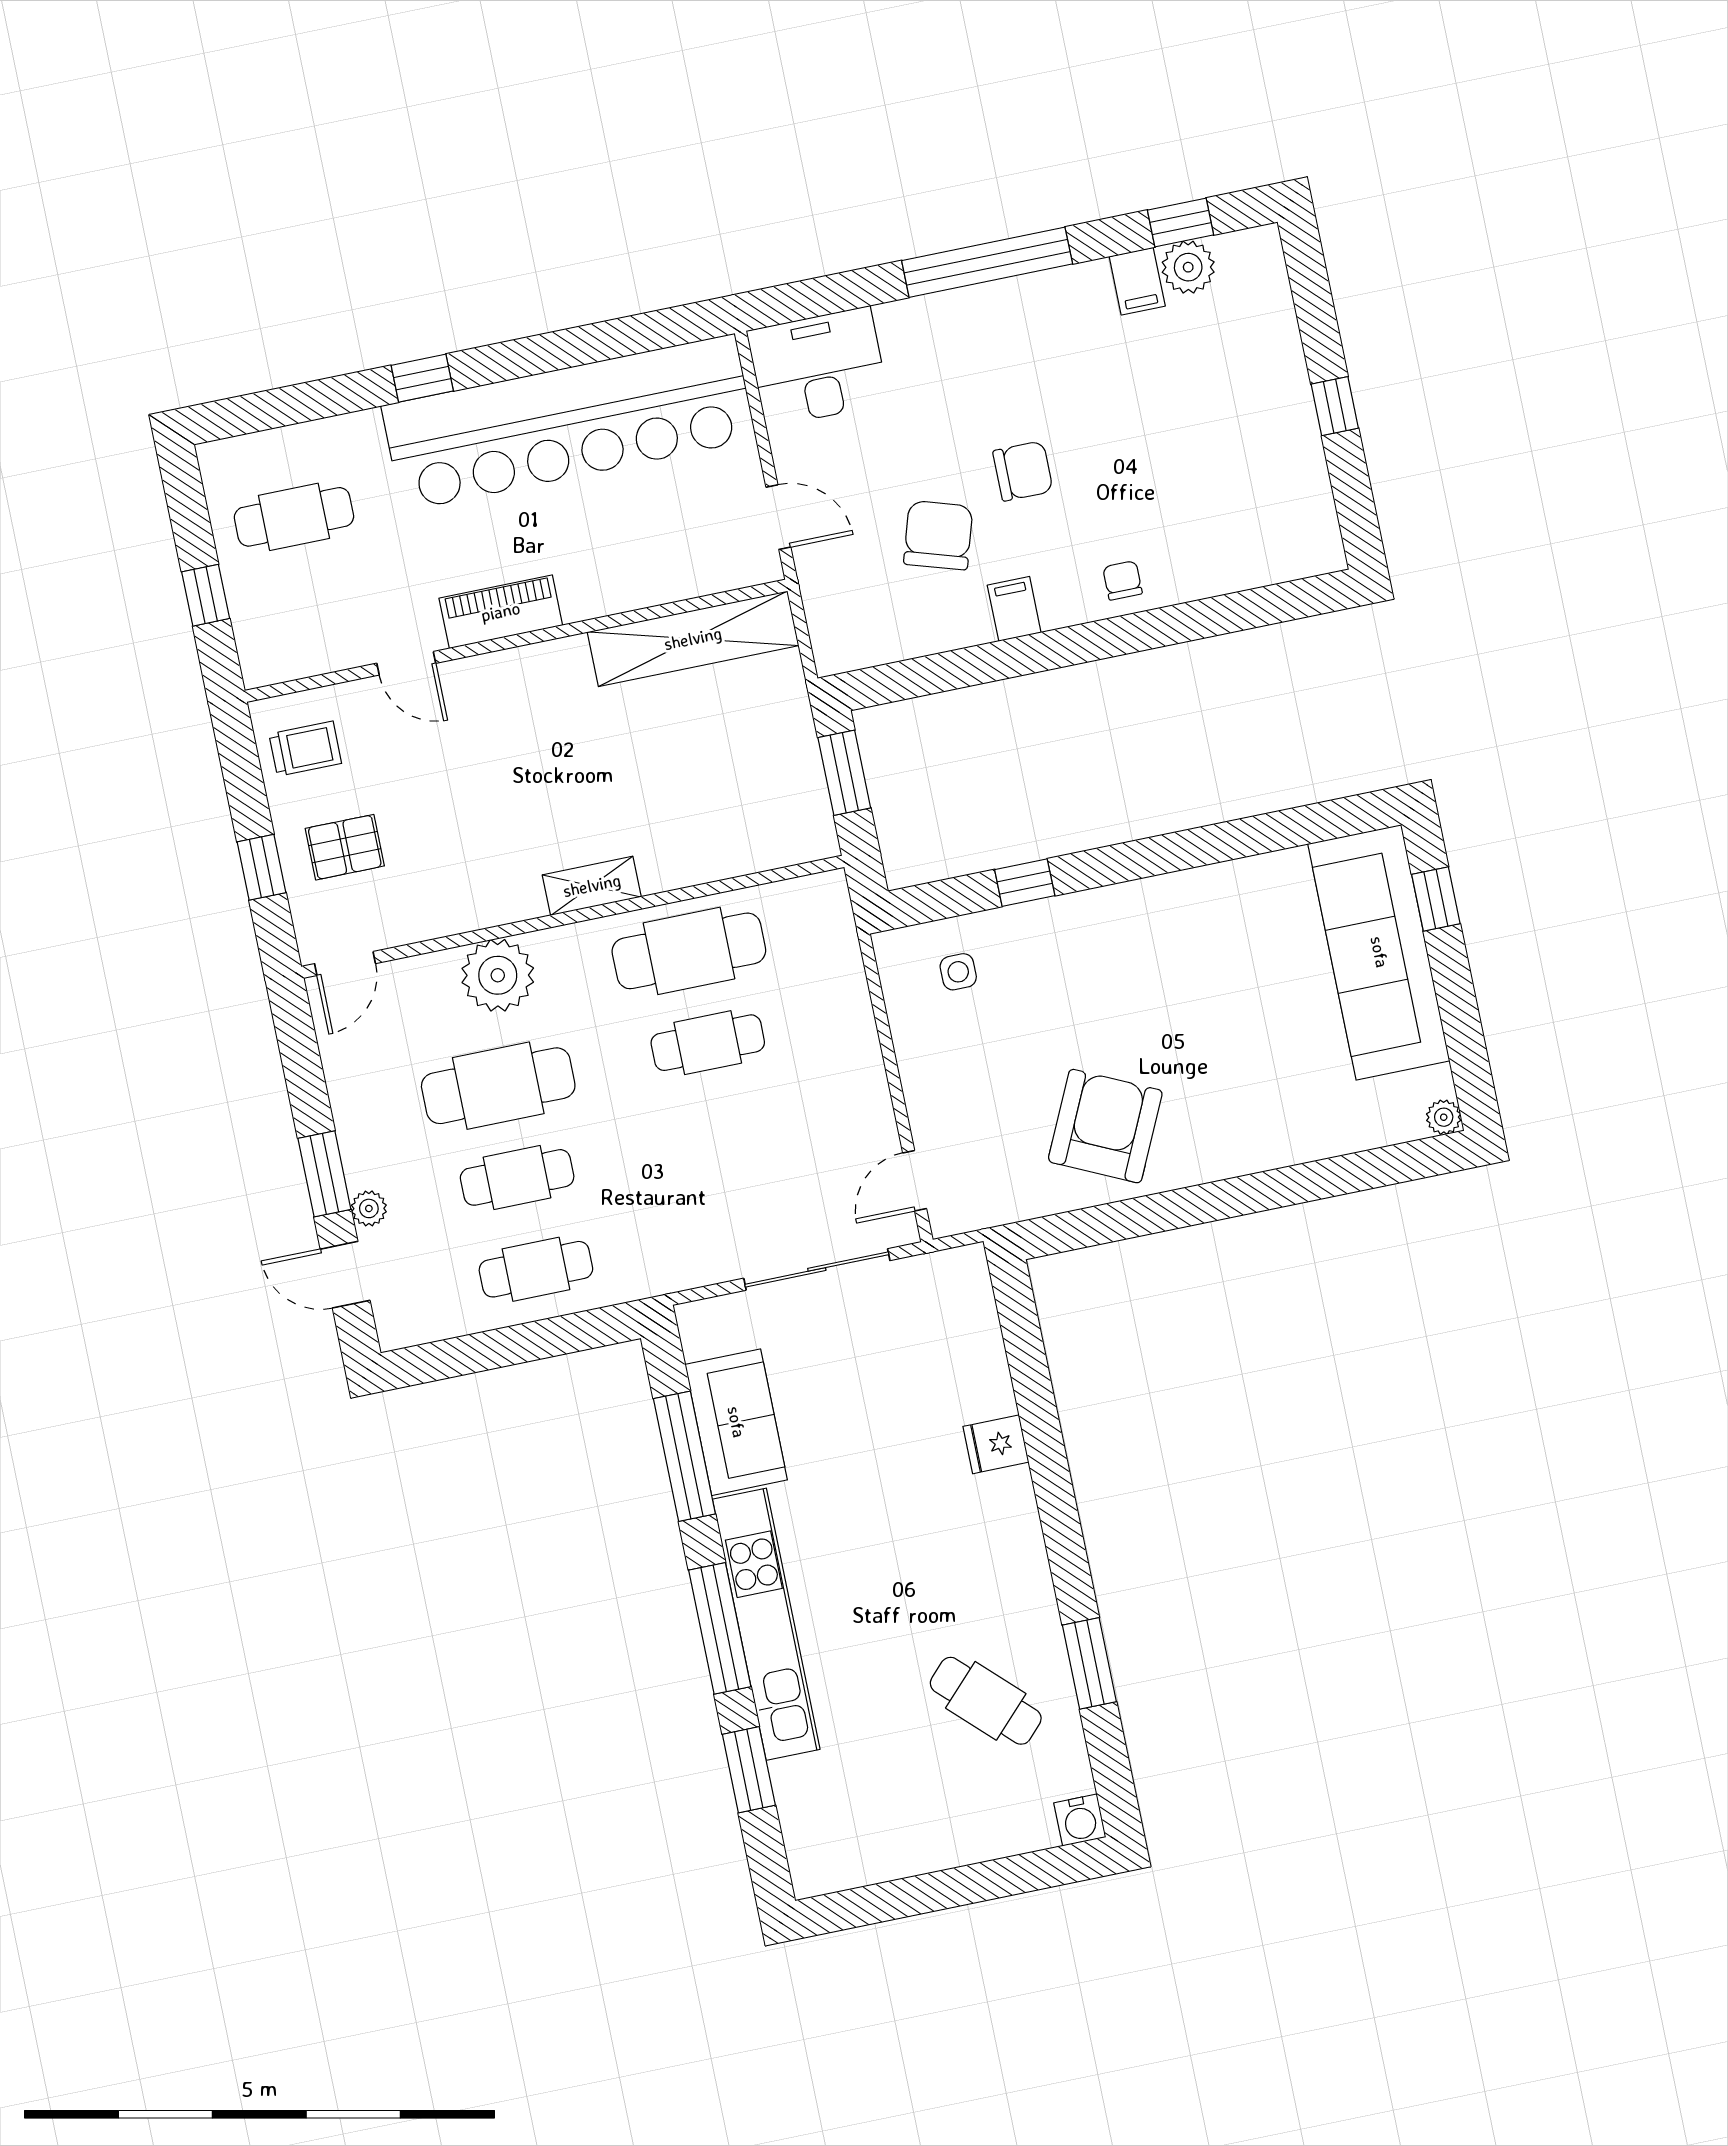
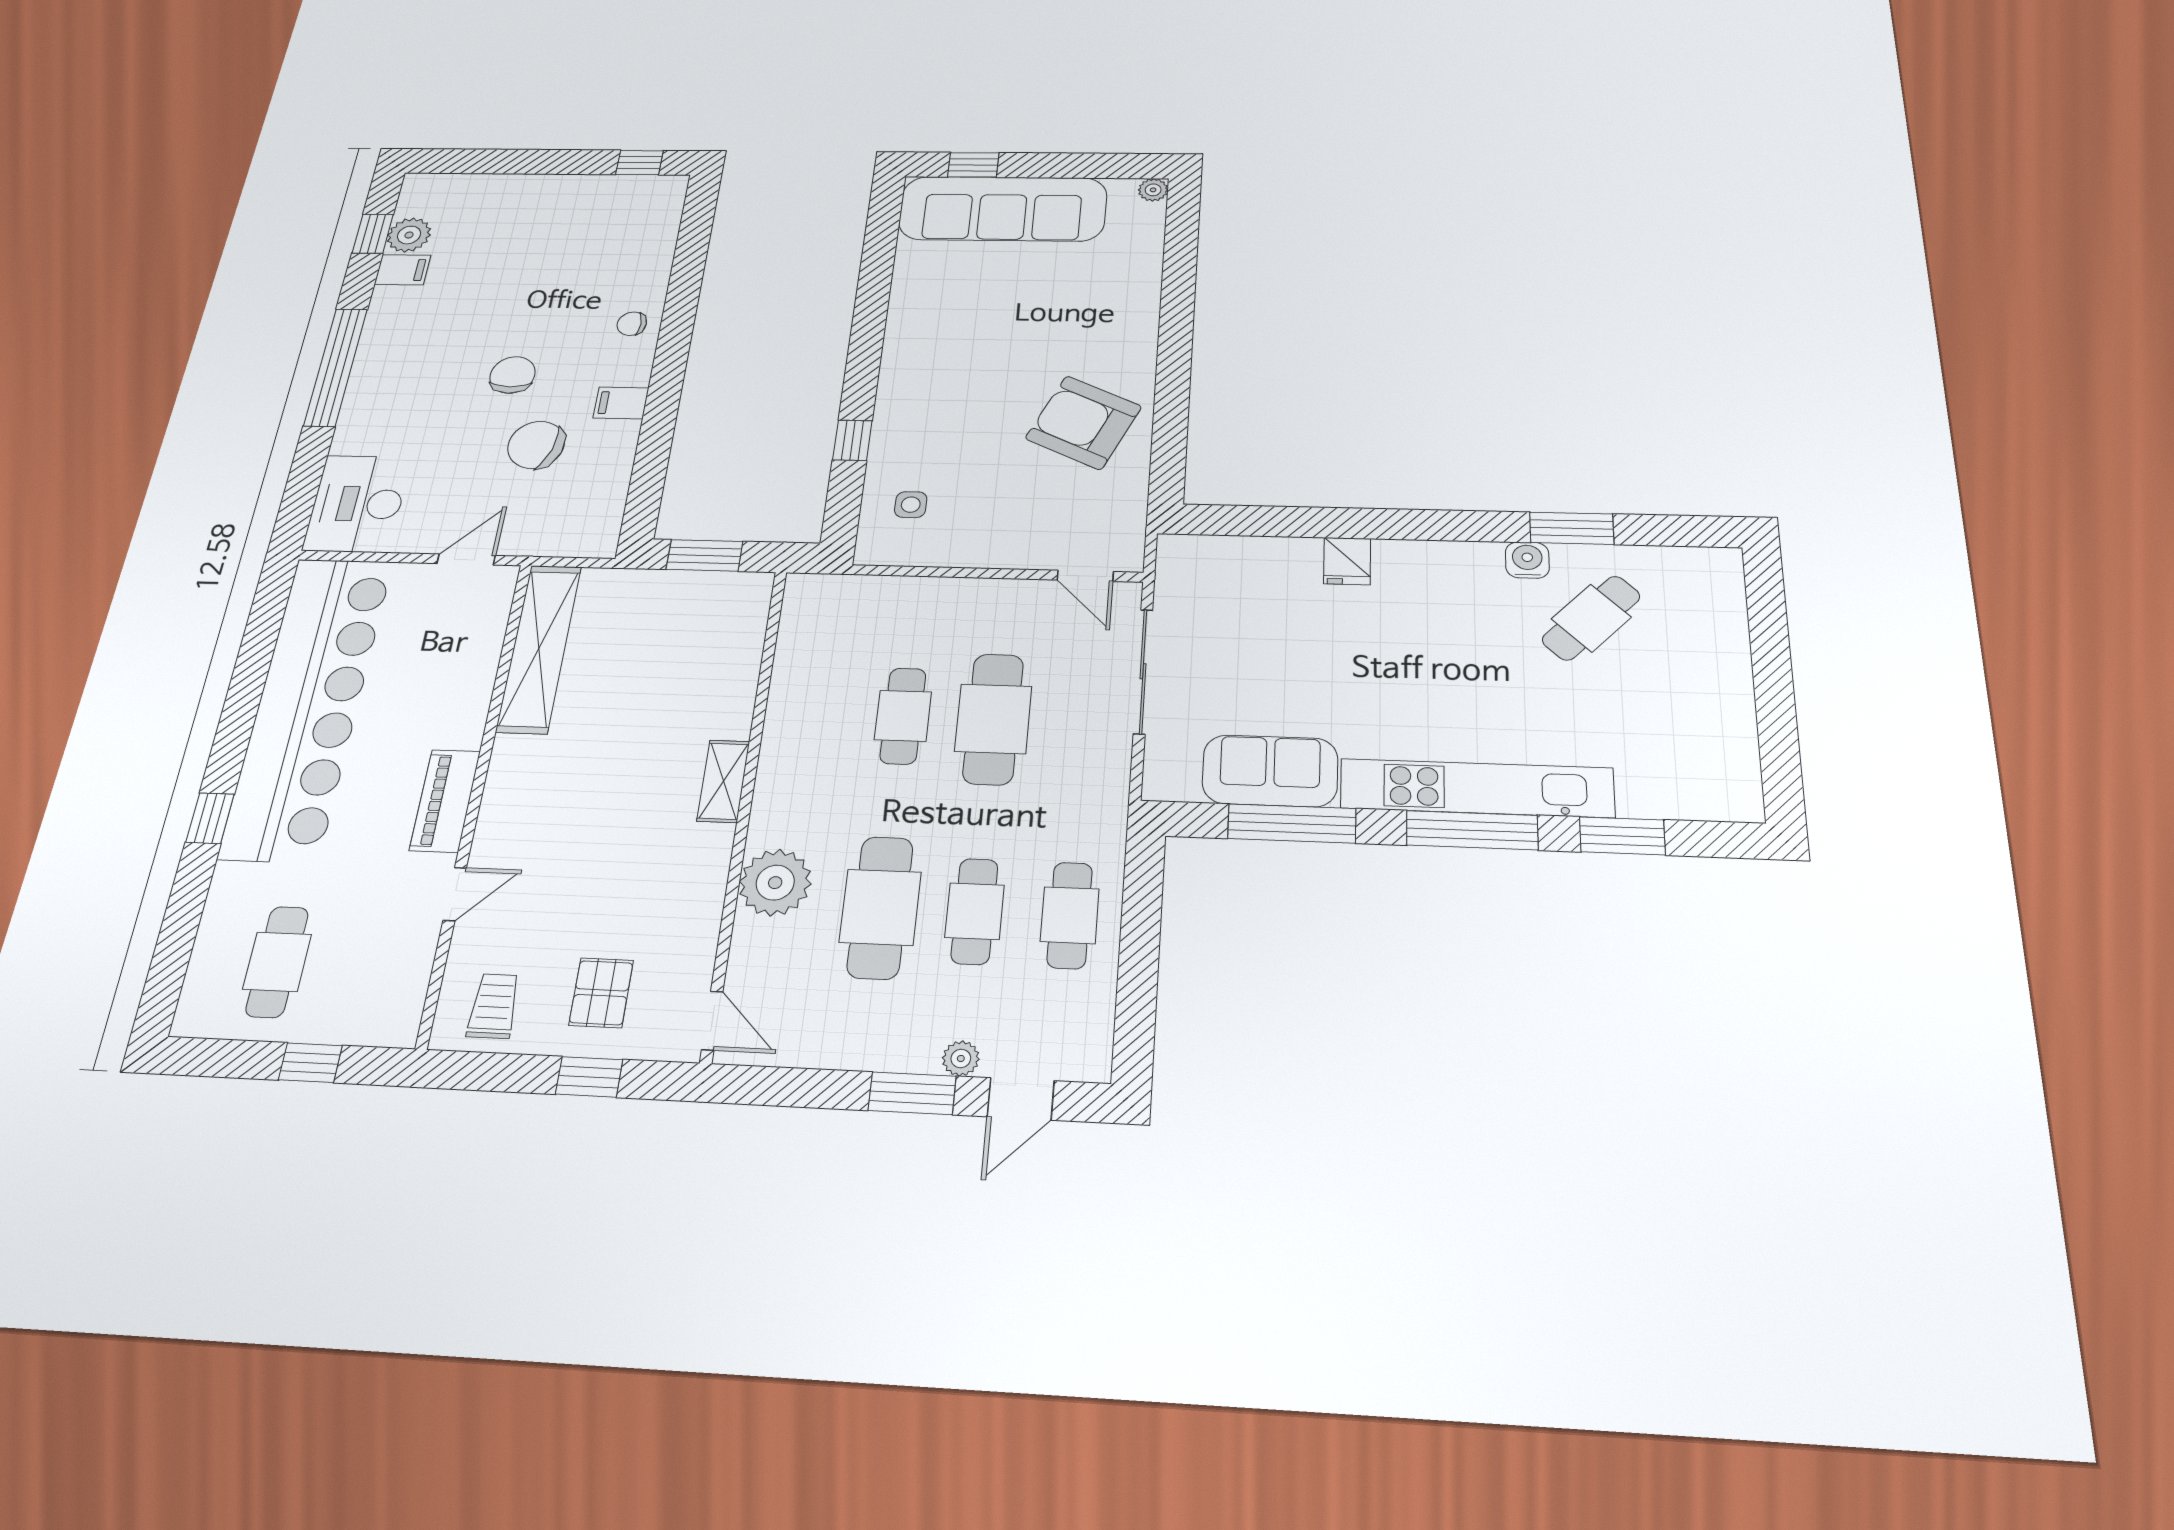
window: (1335, 406) -> (639, 162), moved
cafe table: (689, 951) -> (993, 719), moved
water cooler: (1080, 1820) -> (1527, 560), moved, turned -90

